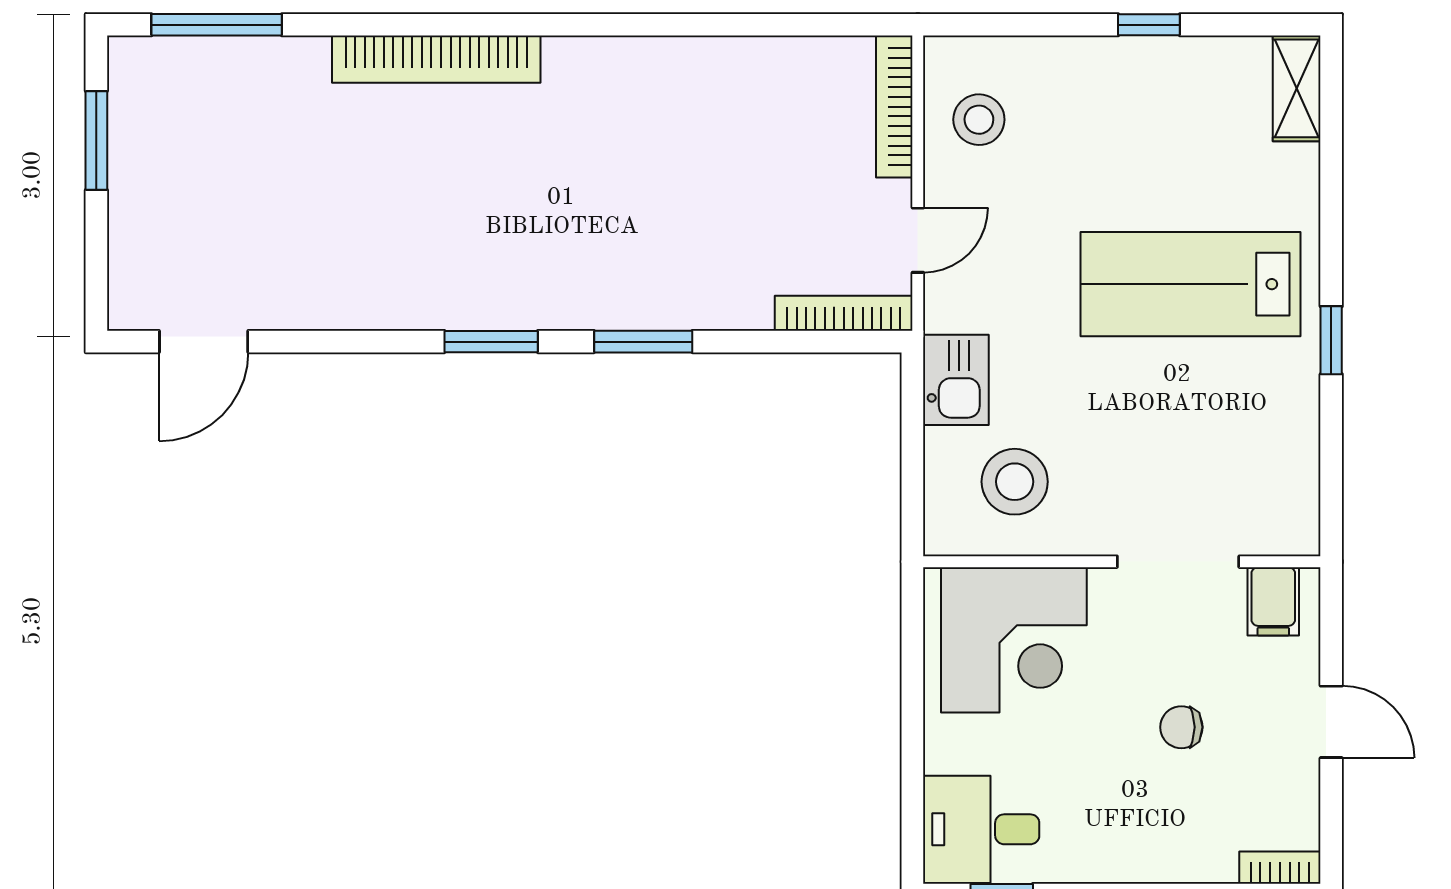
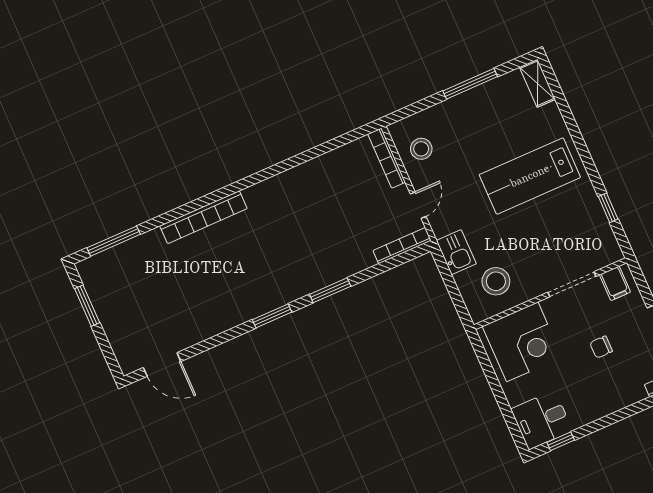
window: (1149, 25) -> (470, 84), width x2.17
window: (1331, 340) -> (608, 208), moved
door: (204, 342) -> (162, 364), hinge flipped

